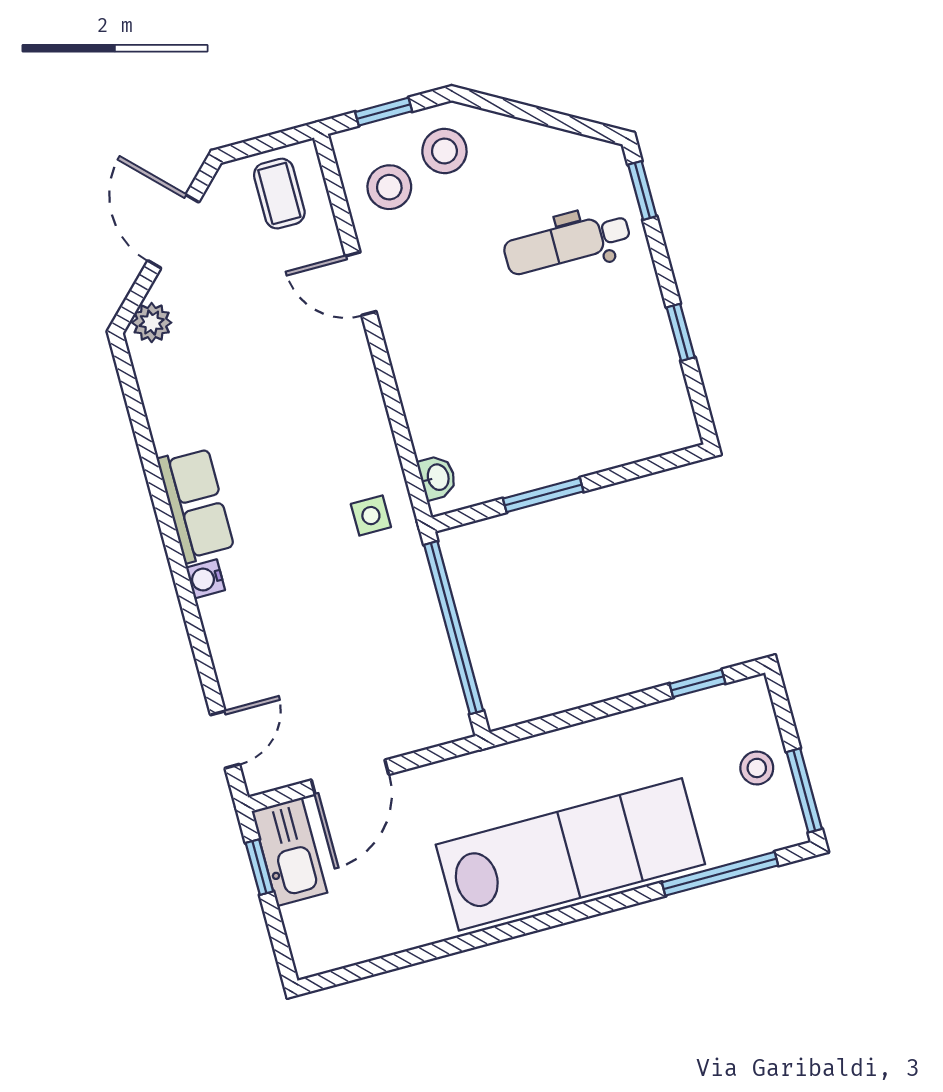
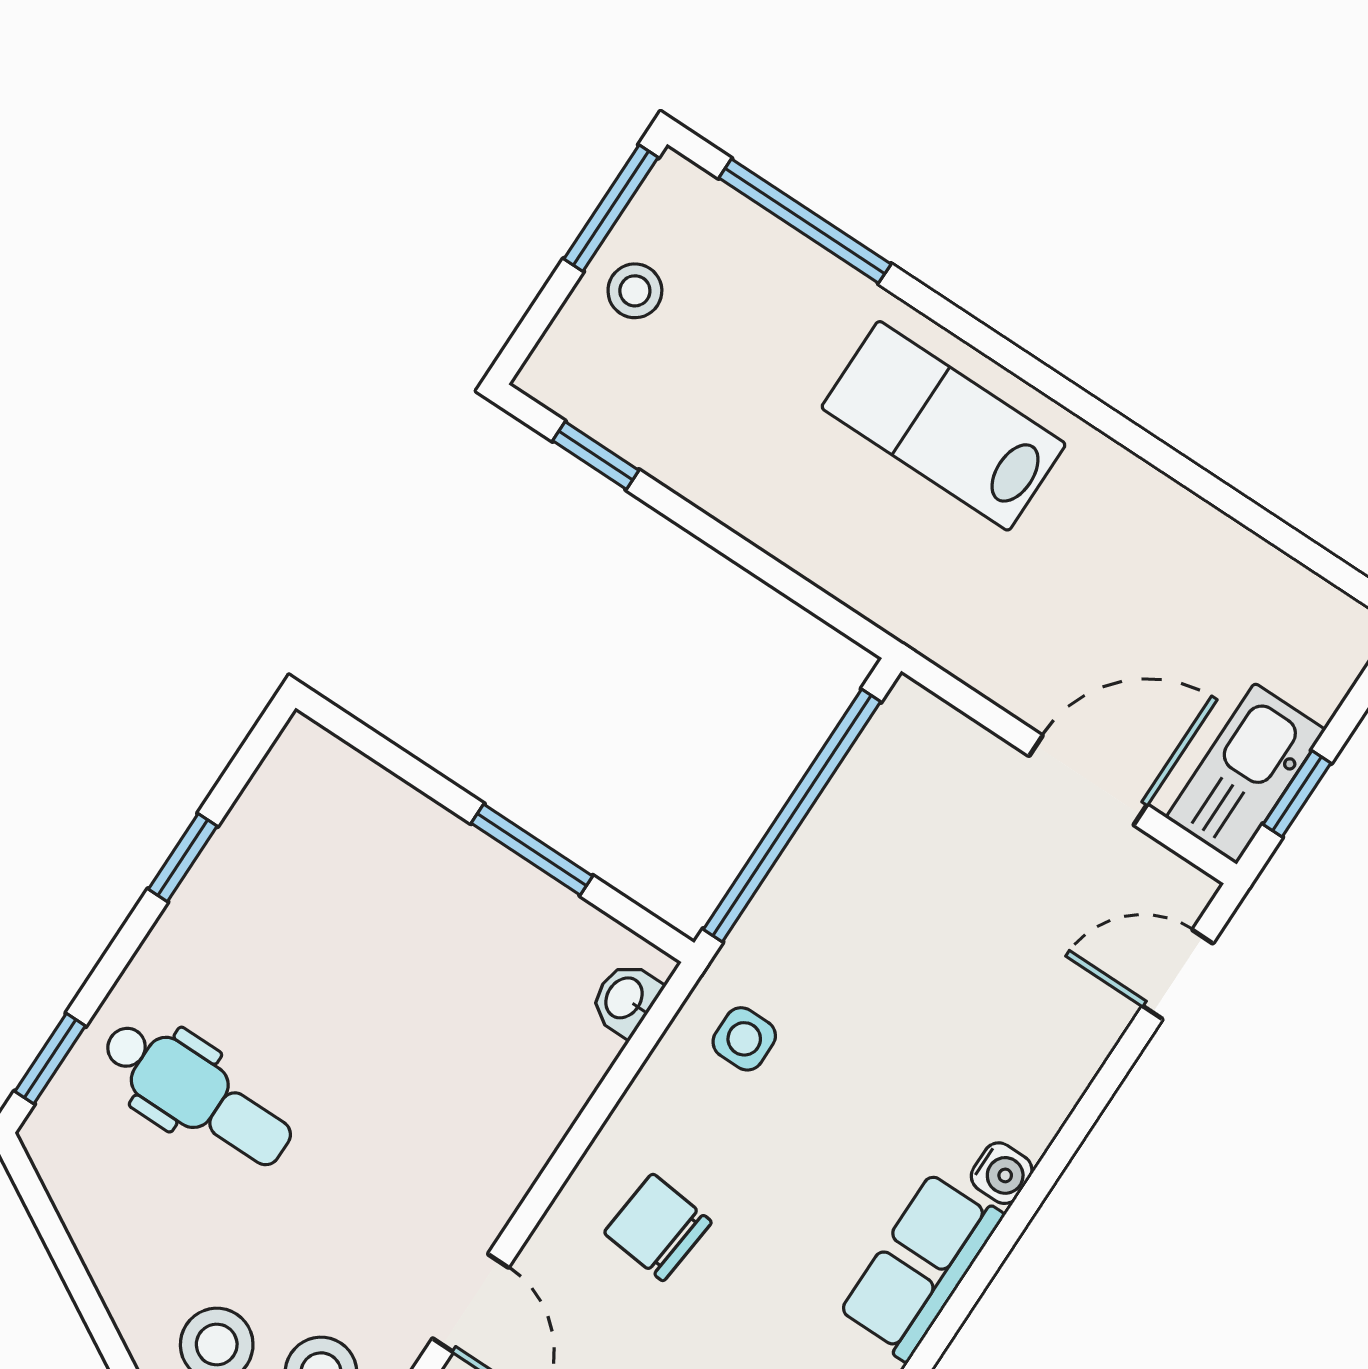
chair: (320, 400) -> (658, 1227), added
lab bench: (570, 854) -> (944, 426), width x0.54, depth x0.72

